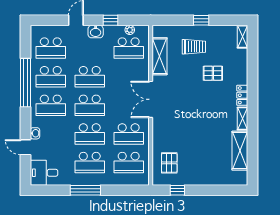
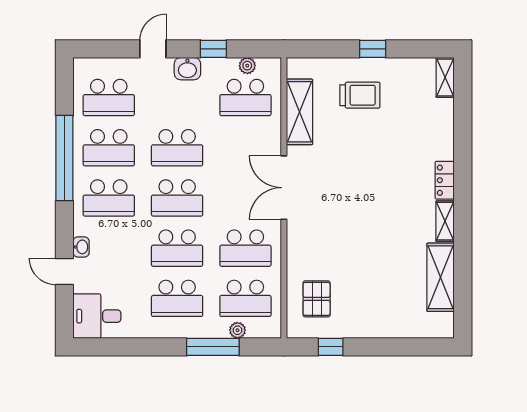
pallet: (213, 73) -> (393, 141), removed
plant: (124, 181) -> (237, 330), added
window: (85, 190) -> (213, 347), moved

